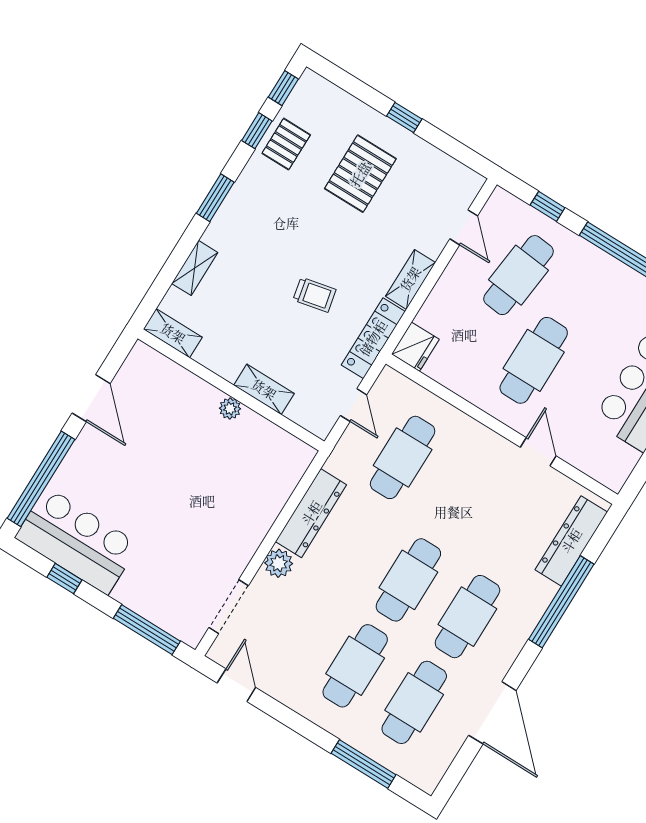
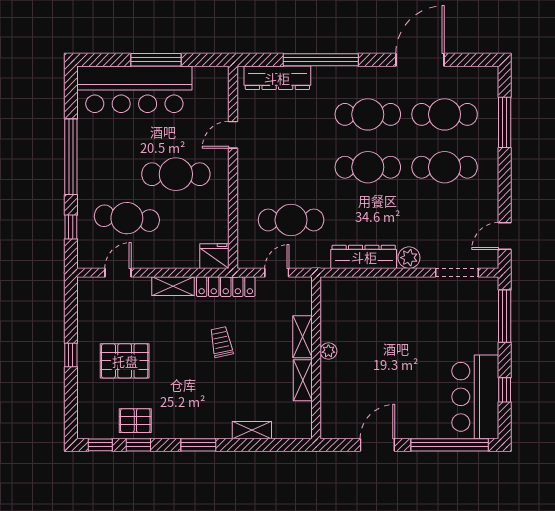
shelving: (173, 333) -> (303, 380), moved

